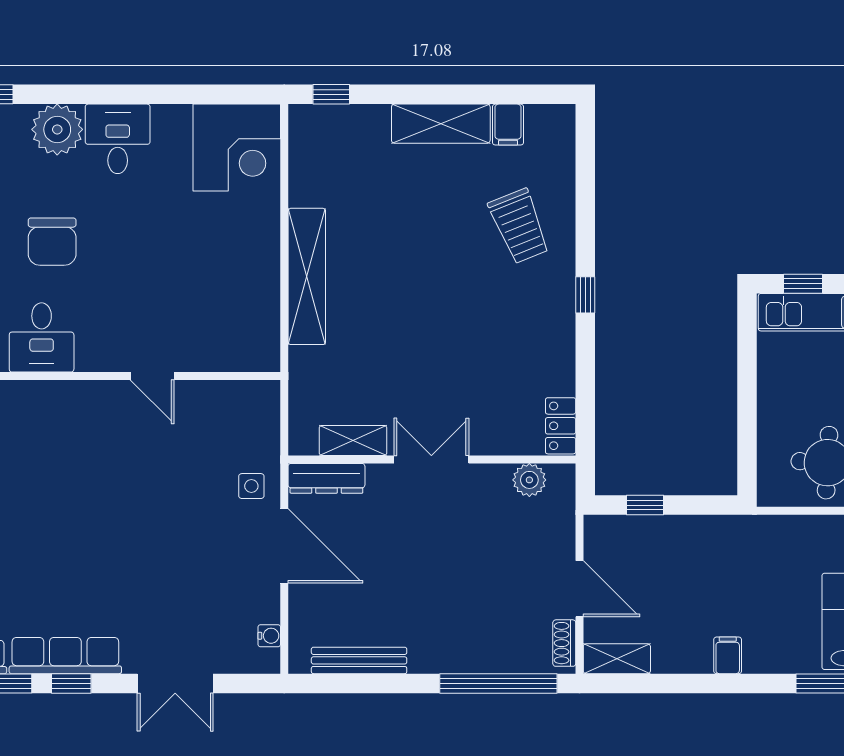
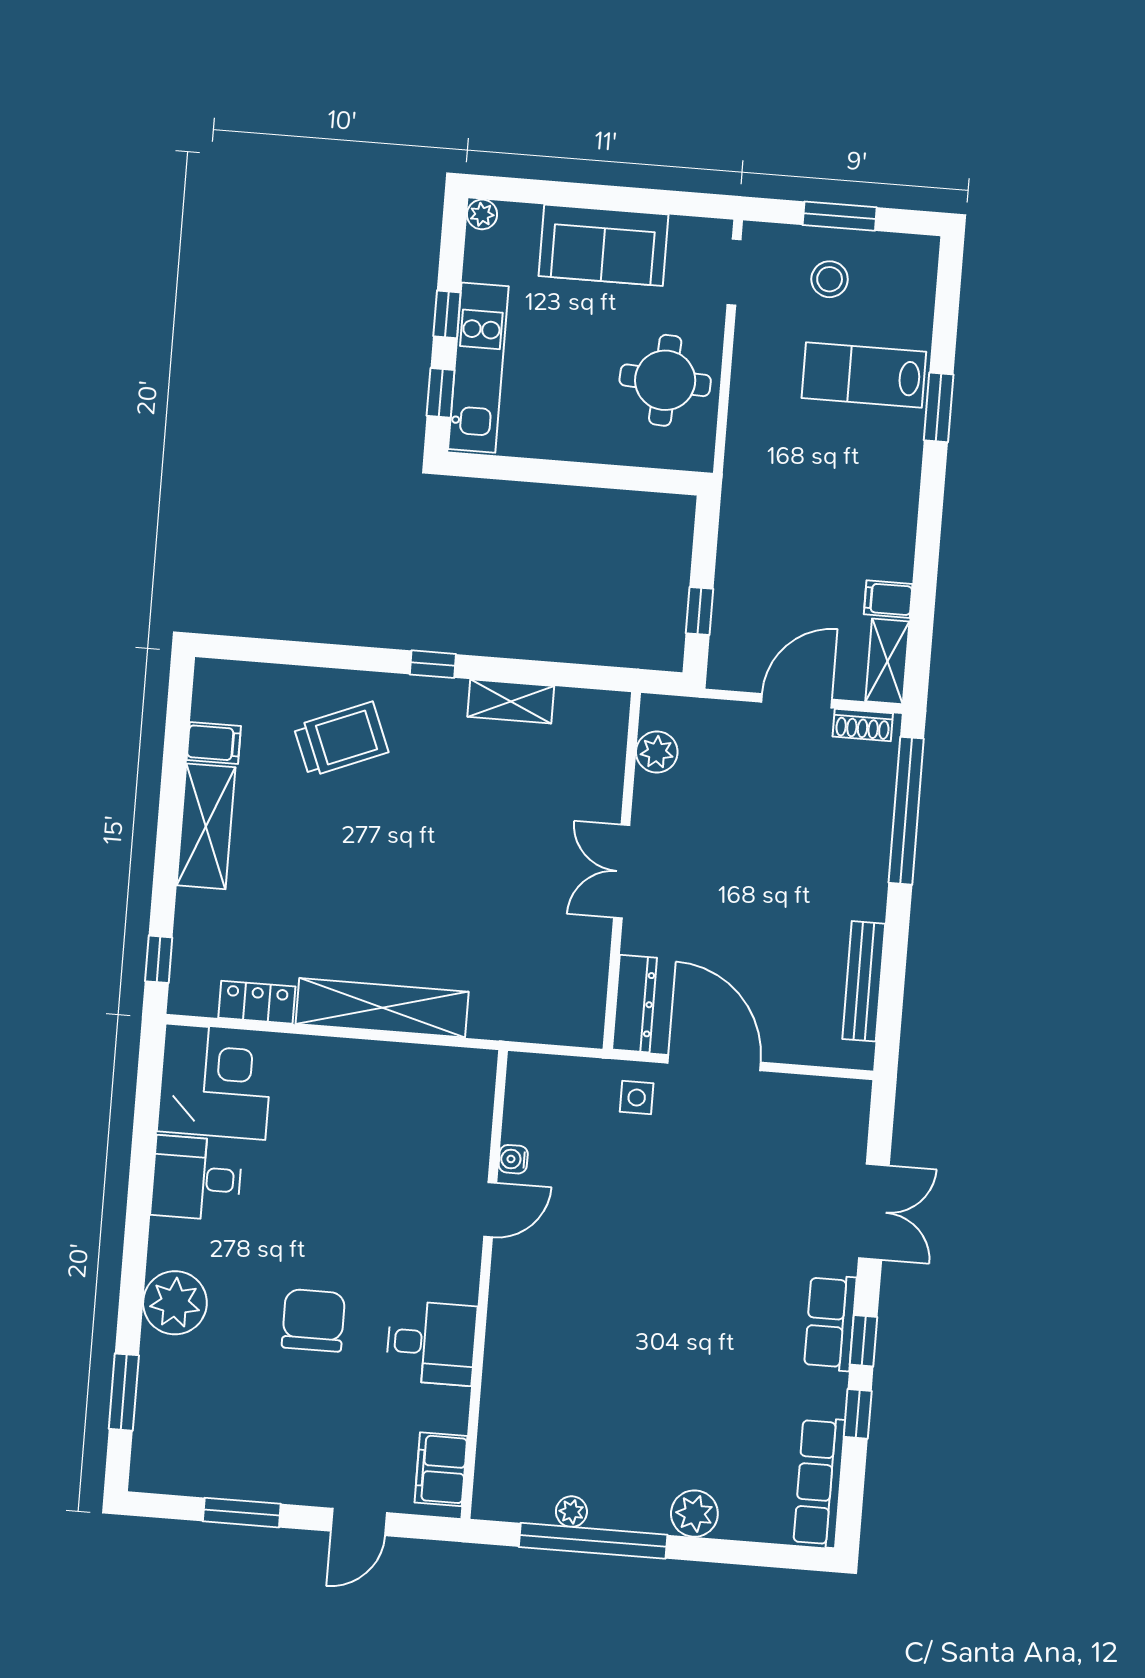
desk: (118, 139) -> (197, 1178), moved
chair: (52, 242) -> (313, 1320), turned -90
locker: (561, 426) -> (257, 1002), moved, turned 180
shelving: (353, 440) -> (511, 701), moved, turned 90
door: (284, 546) -> (714, 1063), hinge flipped
water cooler: (269, 636) -> (513, 1159), moved, turned -90
filing cabinet: (728, 655) -> (888, 599), moved
row of seats: (65, 656) -> (830, 1323), width x0.68

